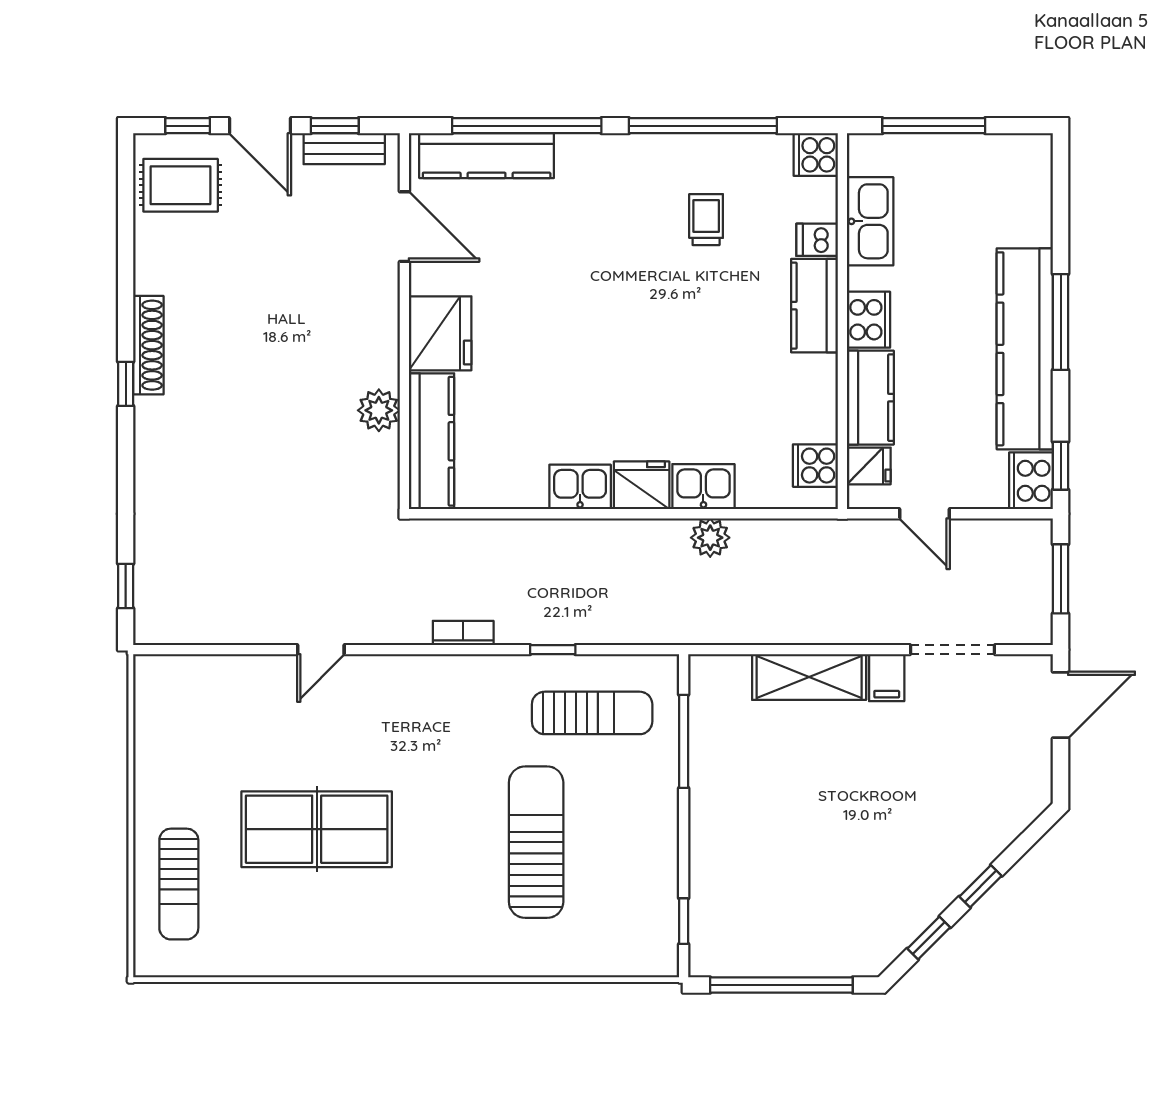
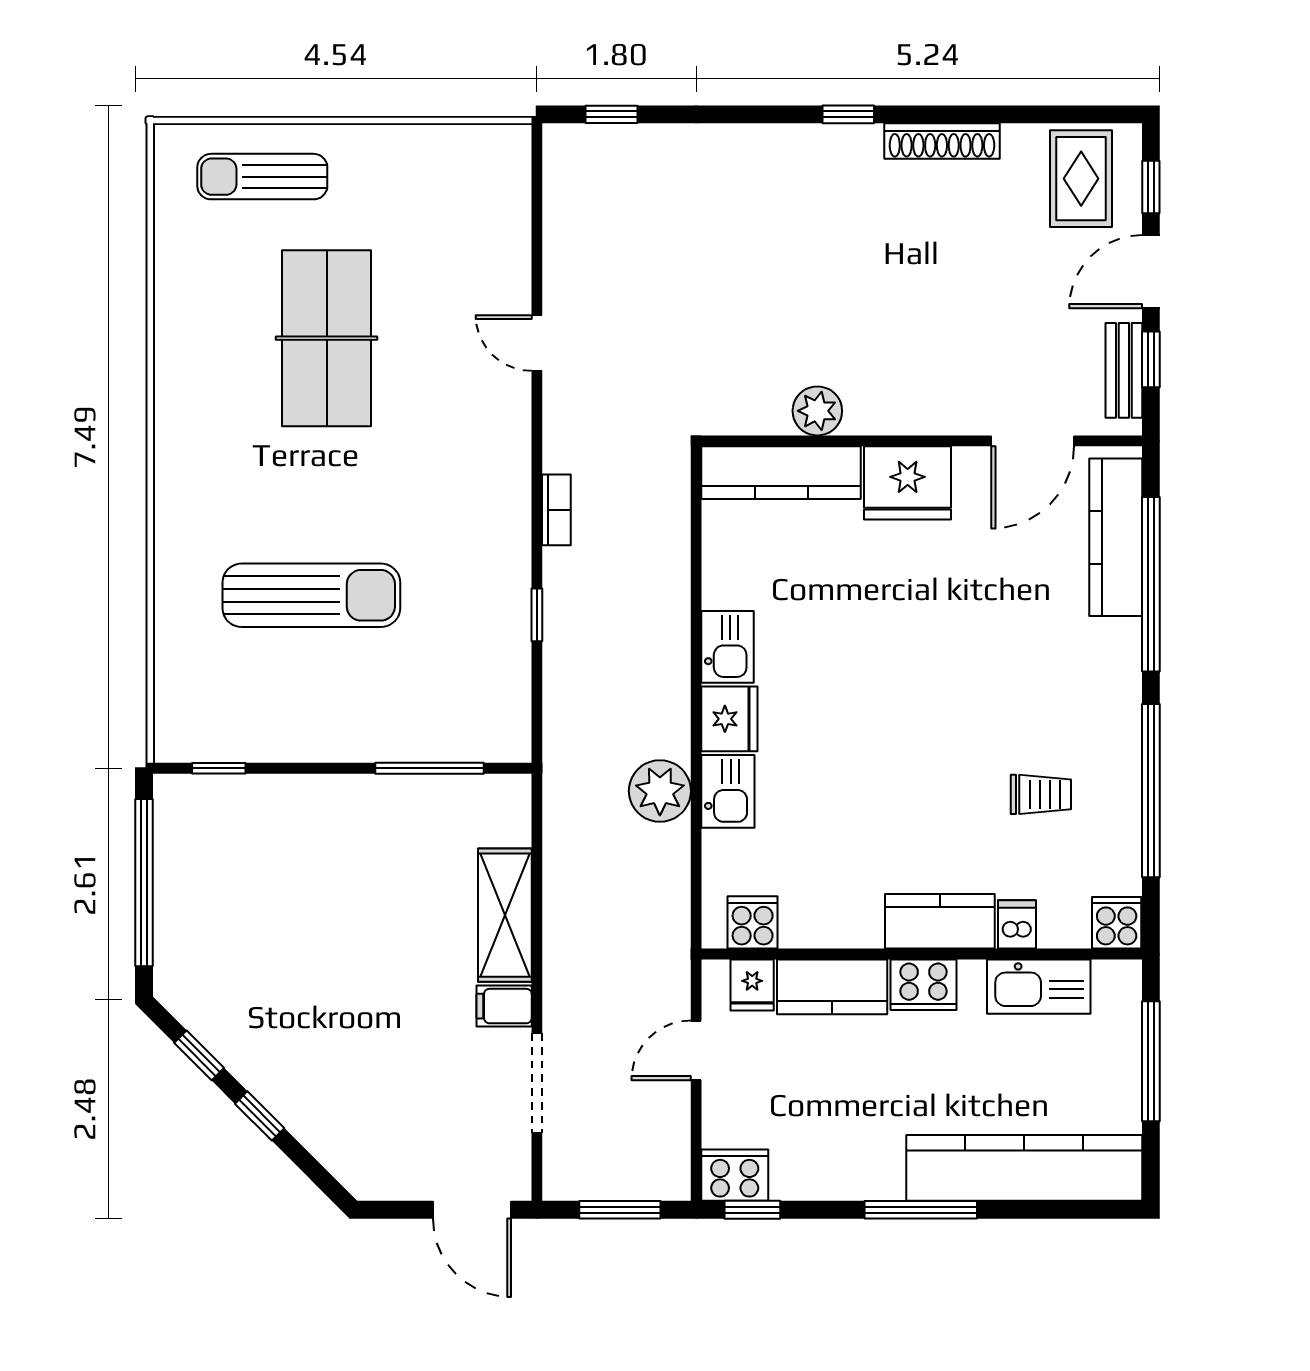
shoe rack: (148, 345) -> (942, 141), moved
kitchen counter: (1025, 349) -> (1024, 1168), moved
plant: (710, 538) -> (660, 791), width x1.36, depth x1.36
sun lounger: (592, 713) -> (463, 661), removed

